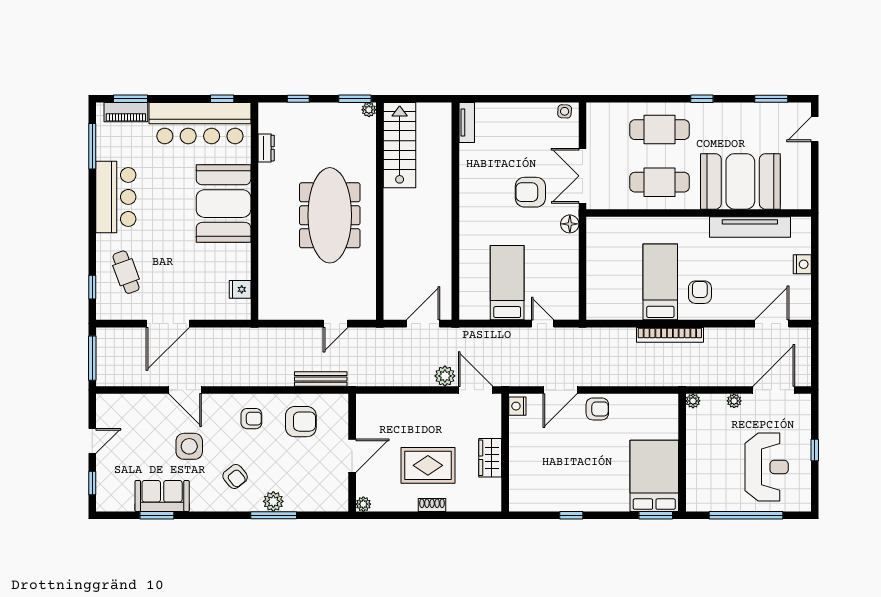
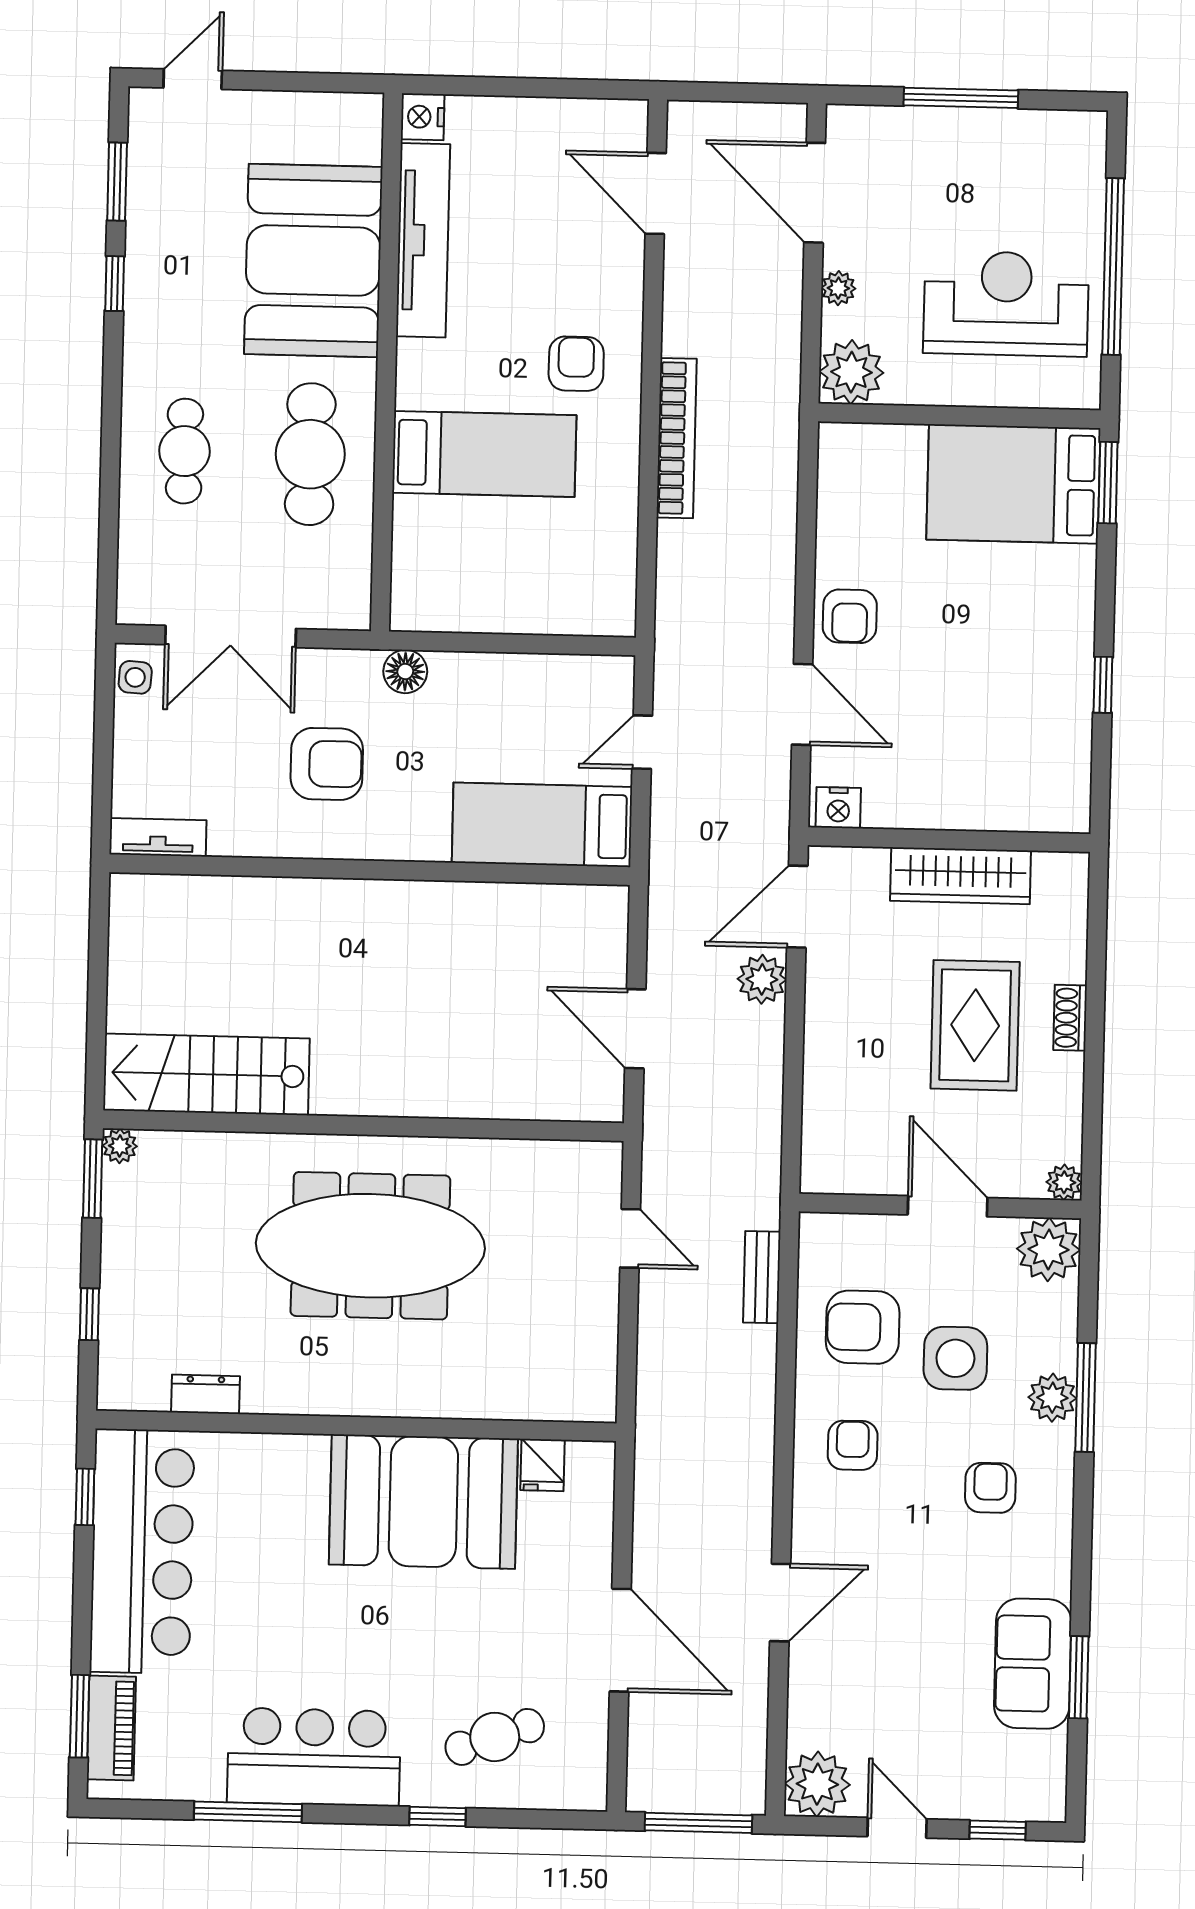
window: (702, 99) -> (115, 284), moved
tv unit: (467, 122) -> (158, 837), moved
door: (815, 129) -> (193, 79), swing flipped
cafe table: (659, 130) -> (185, 451), width x0.73, depth x0.74
window: (92, 146) -> (248, 1812), moved
double door: (583, 176) -> (231, 637), moved
armchair: (530, 192) -> (327, 764), turned -90
booth: (224, 204) -> (423, 1502), moved
wall: (455, 211) -> (370, 870), moved
nightstand: (802, 264) -> (423, 117), moved, turned -90
bed: (660, 282) -> (484, 454), moved, turned 180
window: (92, 287) -> (438, 1816), moved
armchair: (700, 292) -> (576, 364), turned 90
bench: (321, 379) -> (762, 1277), width x0.73
plant: (693, 401) -> (851, 372), width x1.88, depth x1.88
plant: (110, 407) -> (817, 1784), added
armchair: (597, 409) -> (850, 616), turned 180
armchair: (301, 422) -> (863, 1327), turned -90
side table: (189, 446) -> (955, 1358), moved
window: (815, 450) -> (961, 98), width x2.17
wardrobe: (490, 458) -> (960, 876), width x1.50
reception desk: (767, 467) -> (1006, 304), moved
armchair: (235, 476) -> (990, 1488), turned -51
plant: (335, 498) -> (1049, 1249), added

